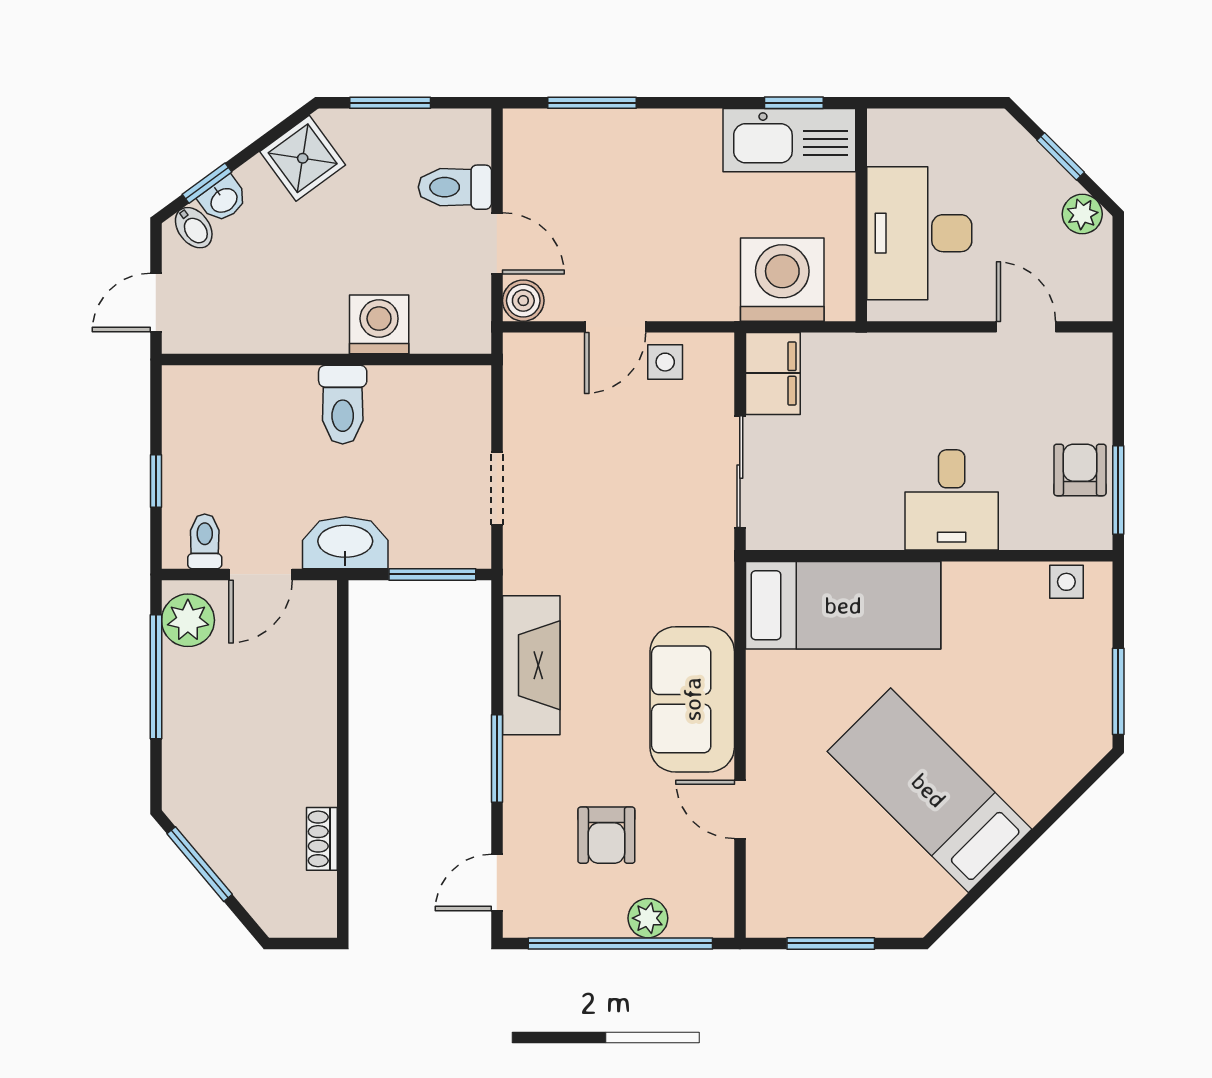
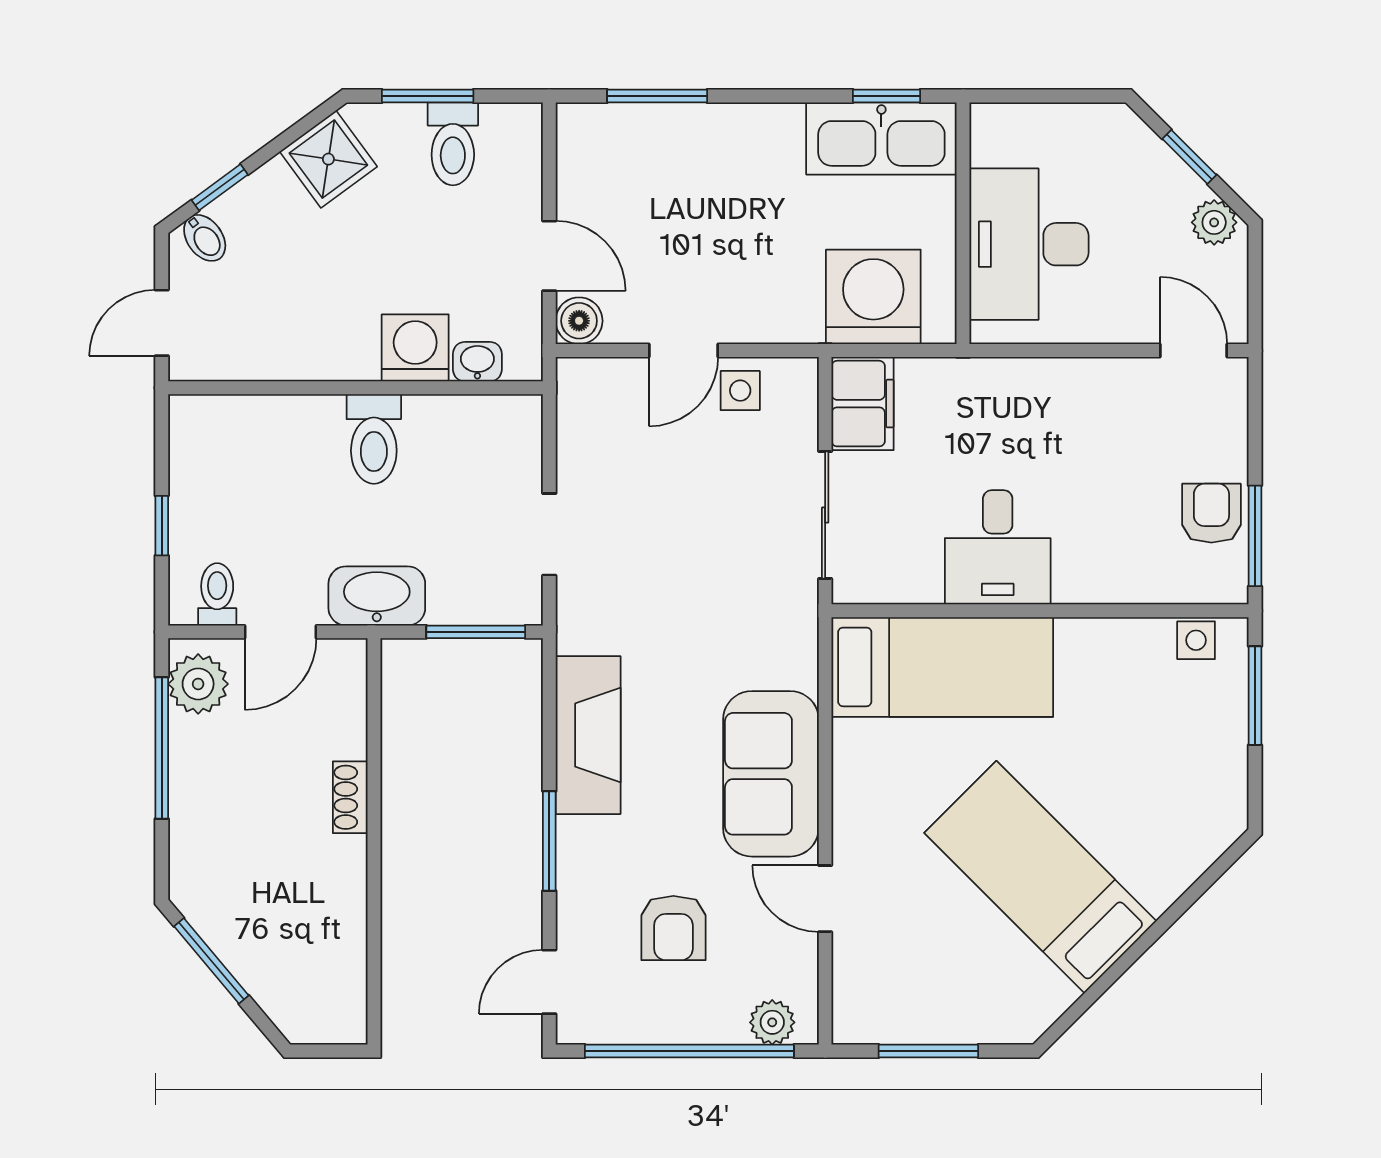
toilet: (455, 187) -> (453, 144), moved, turned -90
washbasin: (223, 200) -> (477, 362), moved, turned -144
door: (1026, 327) -> (1193, 351), moved
desk: (952, 500) -> (998, 547), moved
window: (1118, 691) -> (1255, 696), moved
shoe rack: (322, 839) -> (350, 797), moved
plant: (648, 918) -> (772, 1022), moved

